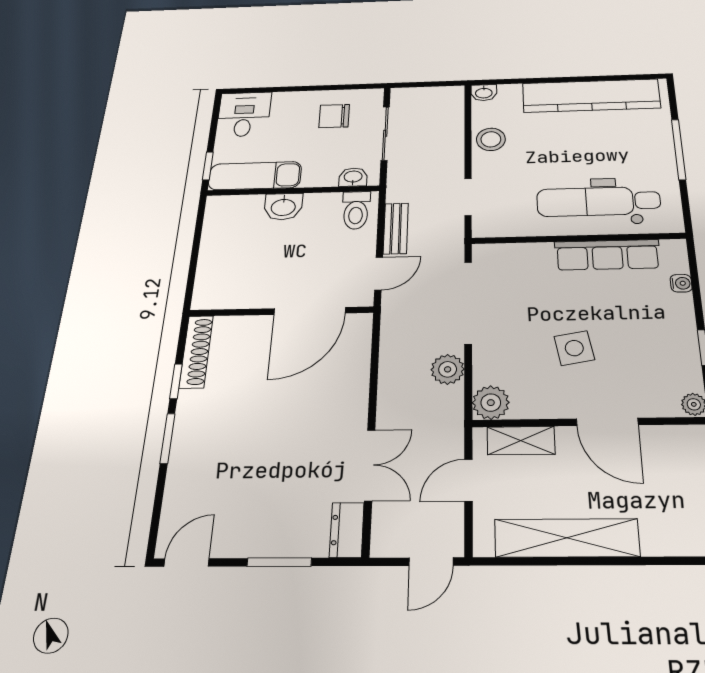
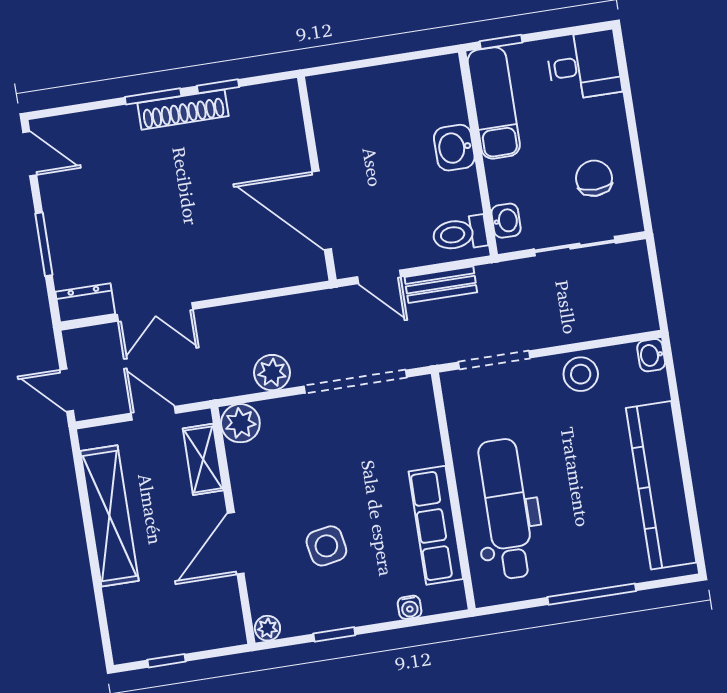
doorway: (468, 197) -> (494, 360), width x1.38
side table: (574, 348) -> (326, 546), moved
shoe rack: (196, 352) -> (183, 110), moved

